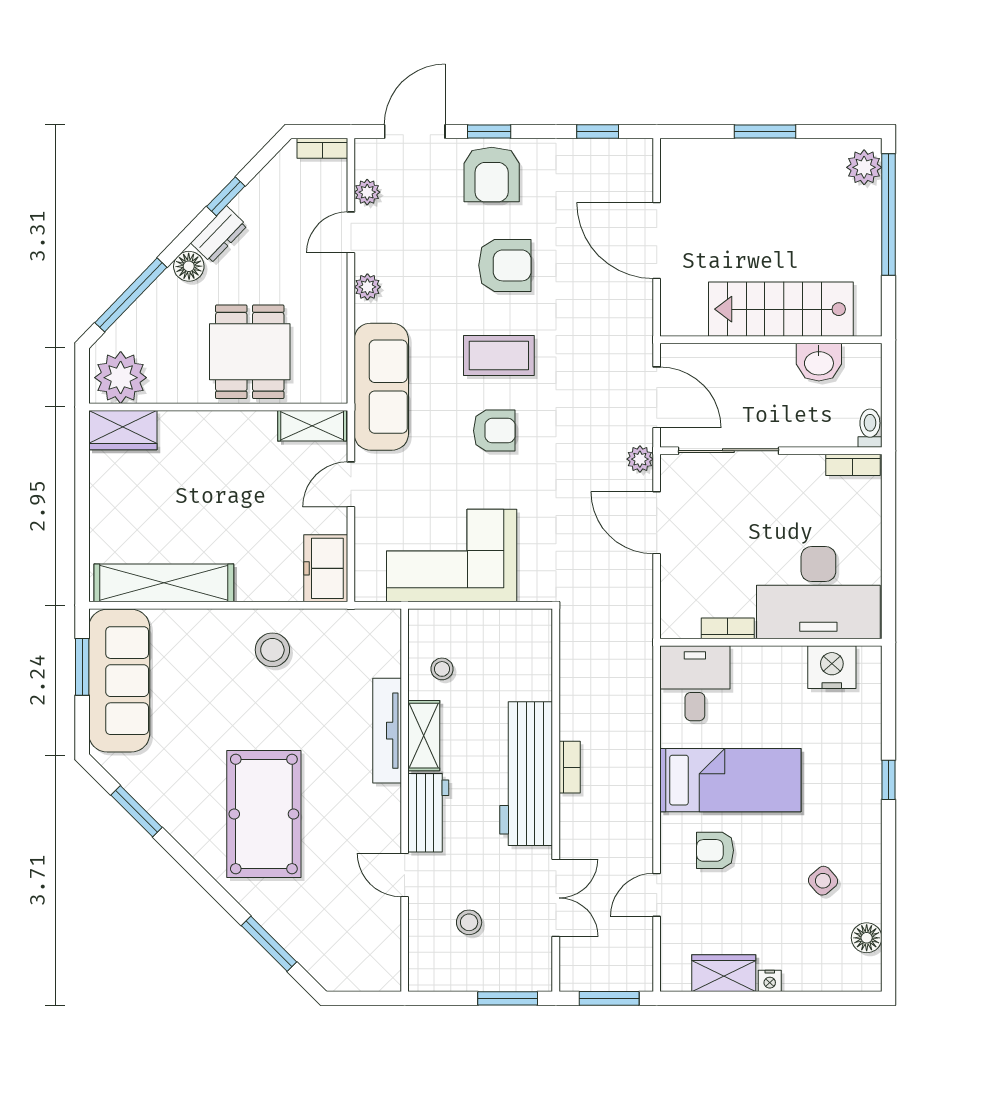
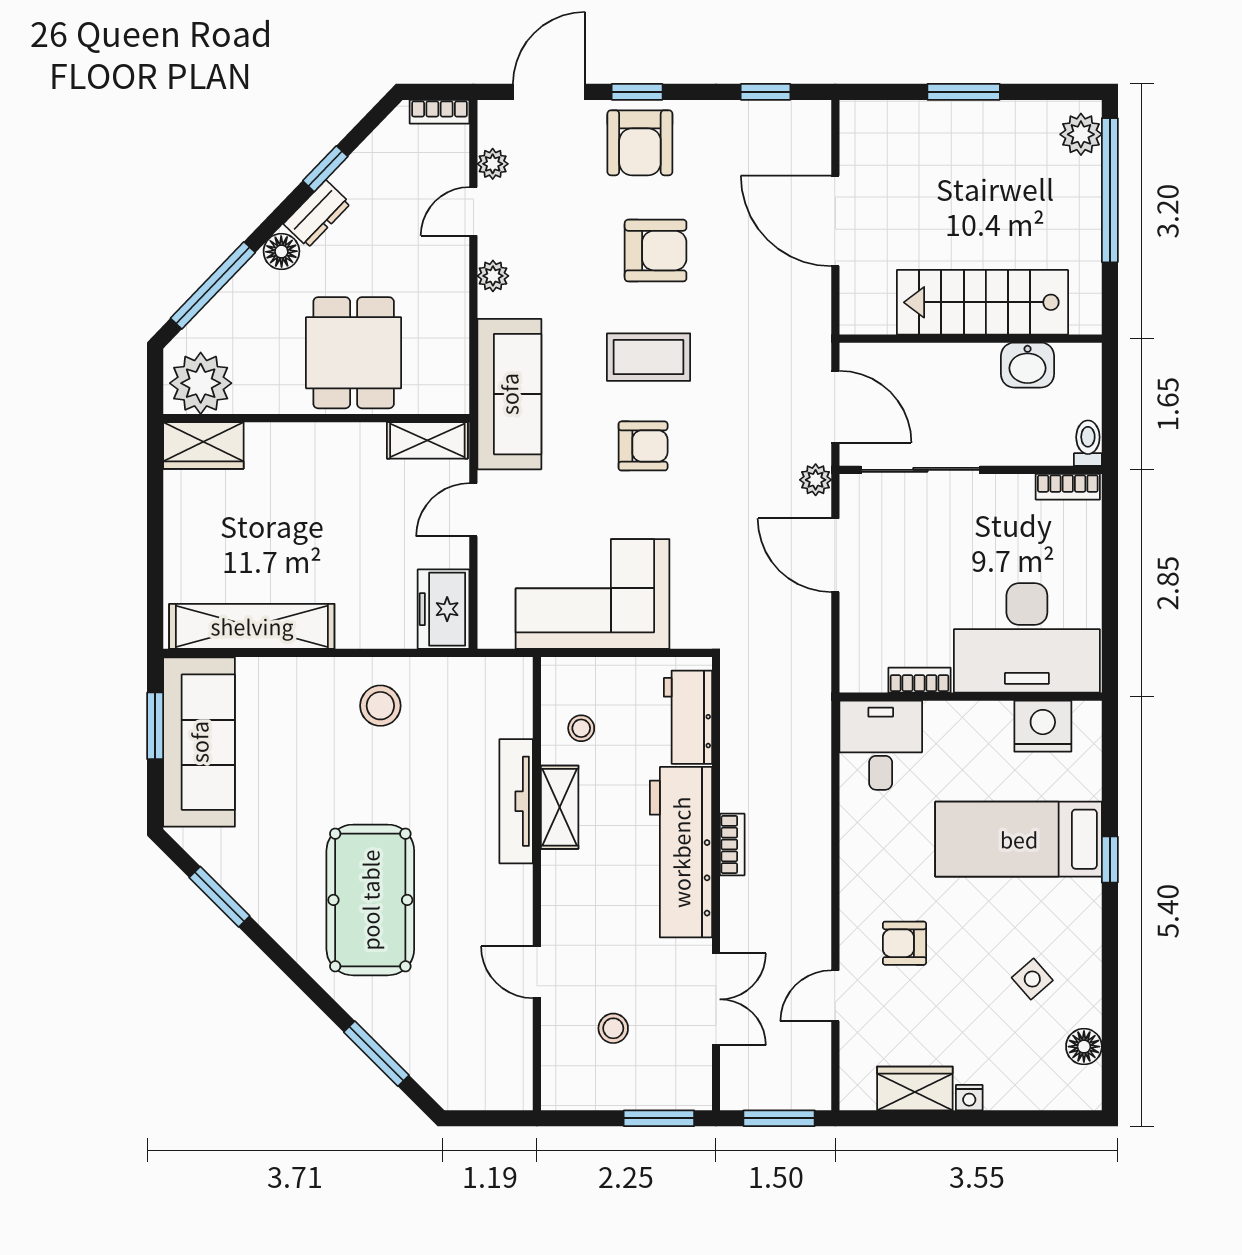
bed: (730, 780) -> (1019, 839), moved, turned 180
workbench: (428, 813) -> (688, 717), moved, turned 180

